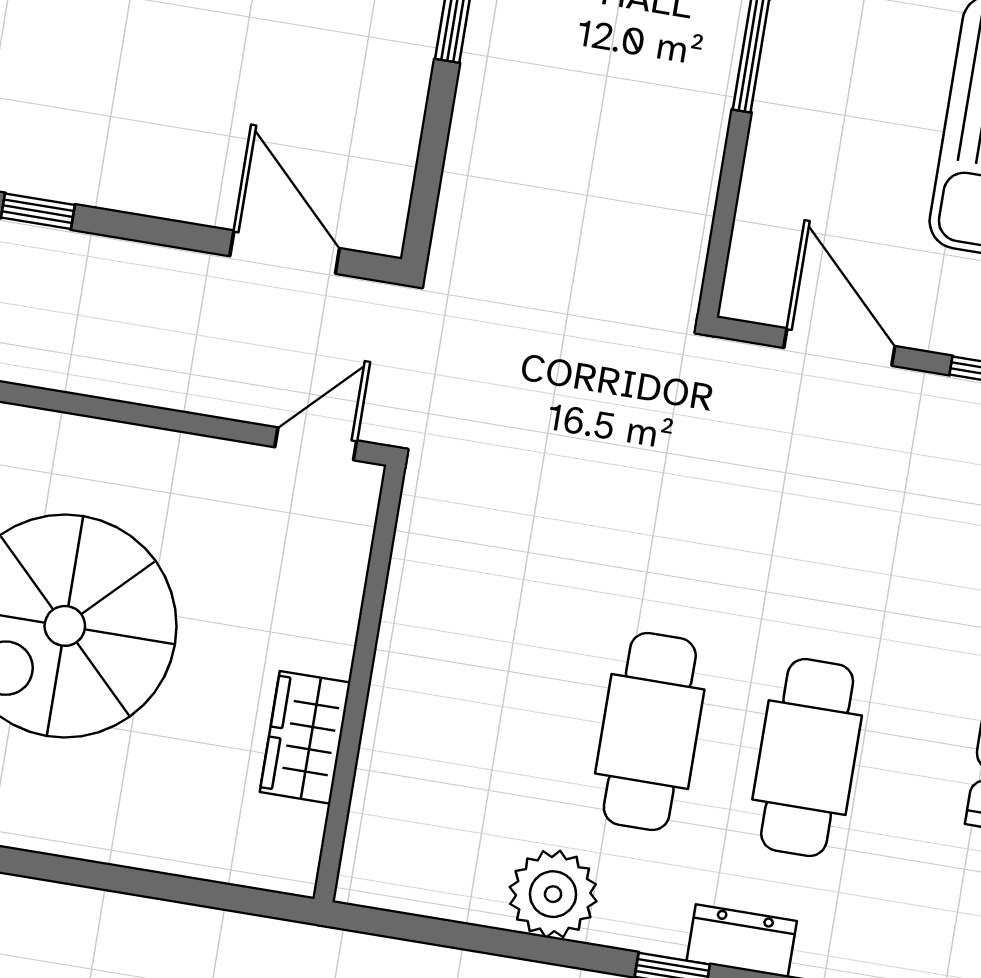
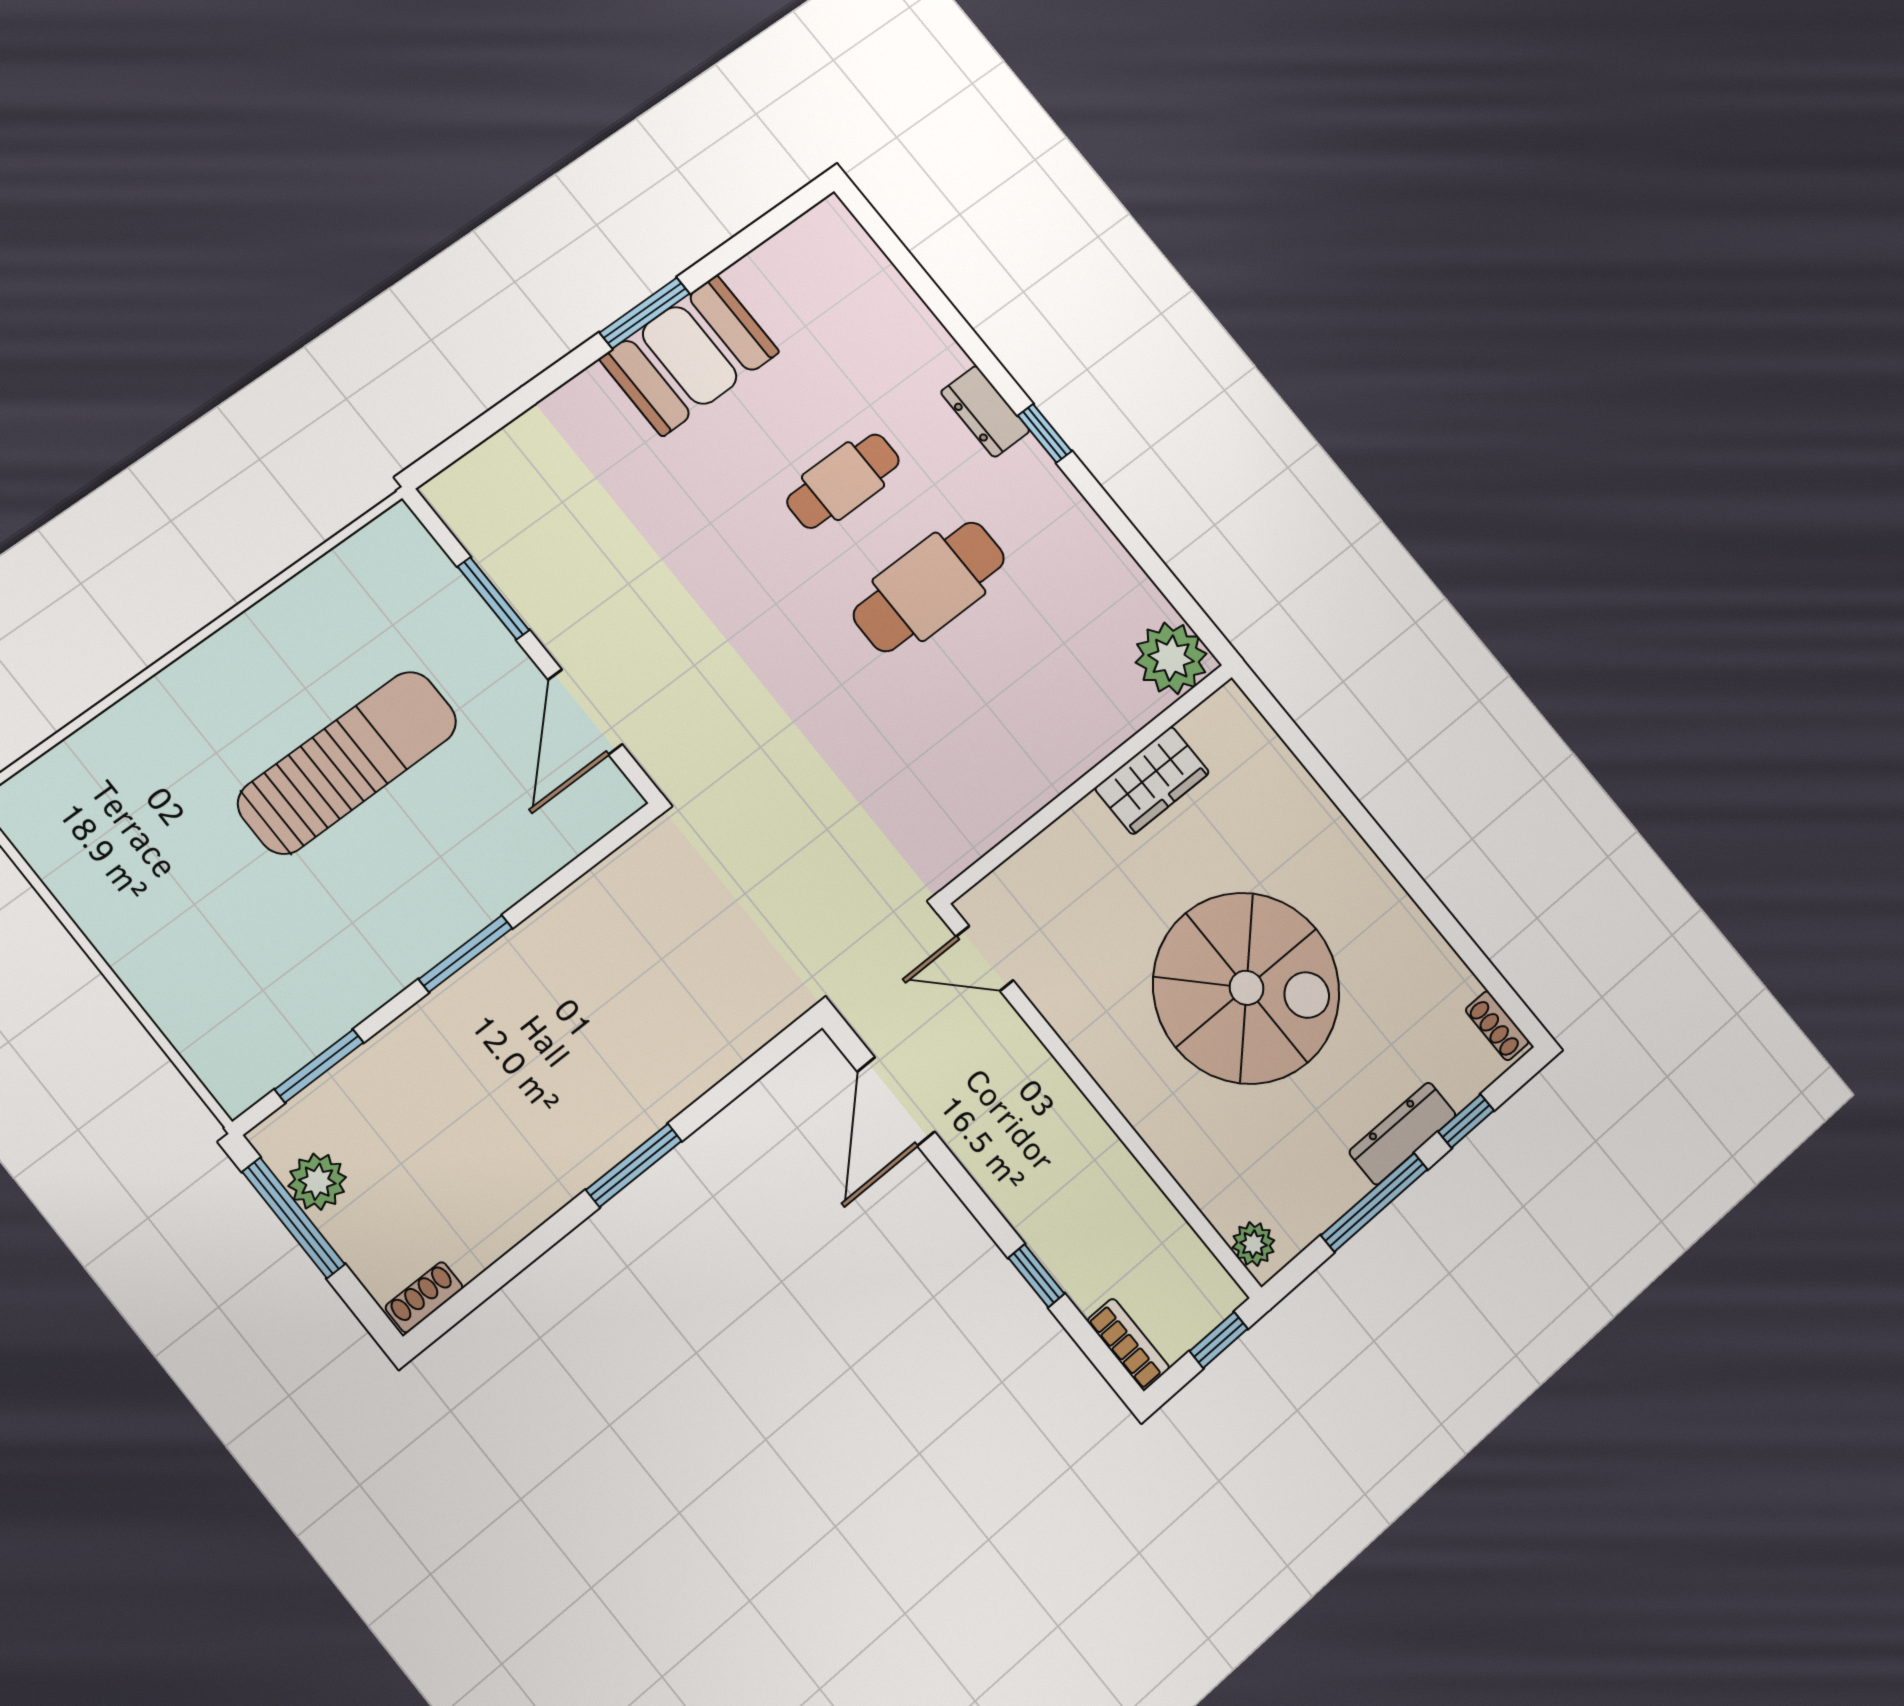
cafe table: (807, 758) -> (843, 481), width x0.73, depth x0.74
plant: (553, 894) -> (1171, 658), moved

